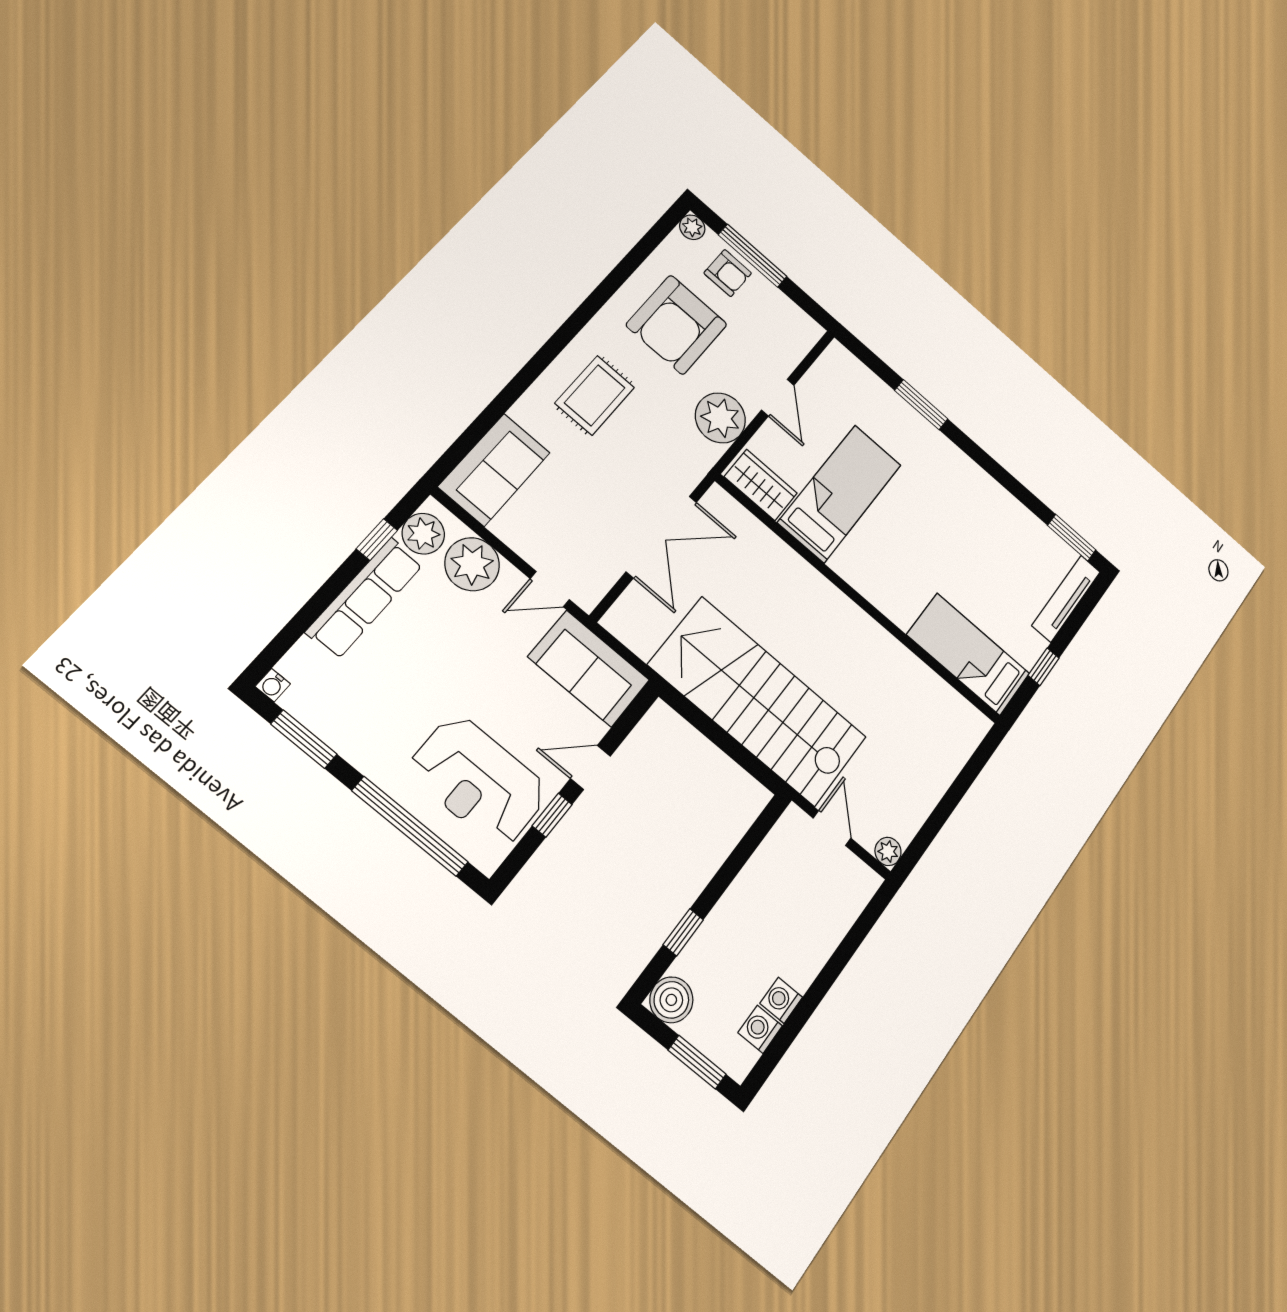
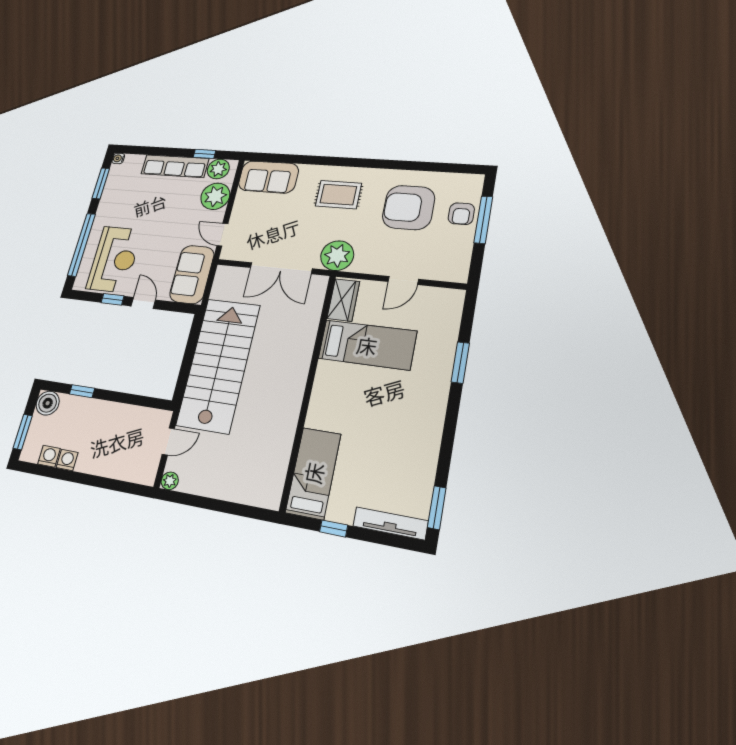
plant: (692, 227) -> (475, 181), removed
plant: (720, 418) -> (337, 256), moved
reception desk: (478, 781) -> (114, 259), turned 180

